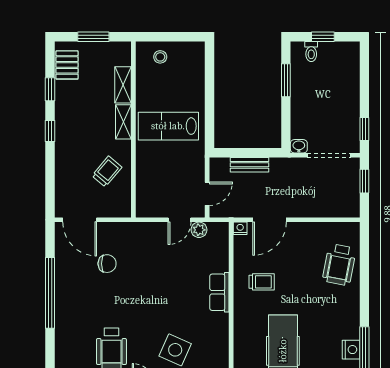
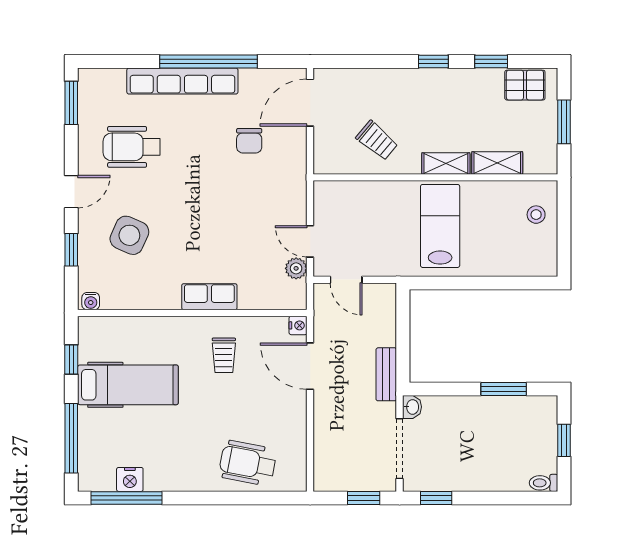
toilet: (311, 51) -> (544, 483), moved
bench: (249, 165) -> (386, 374), moved
row of seats: (64, 312) -> (182, 81), added

